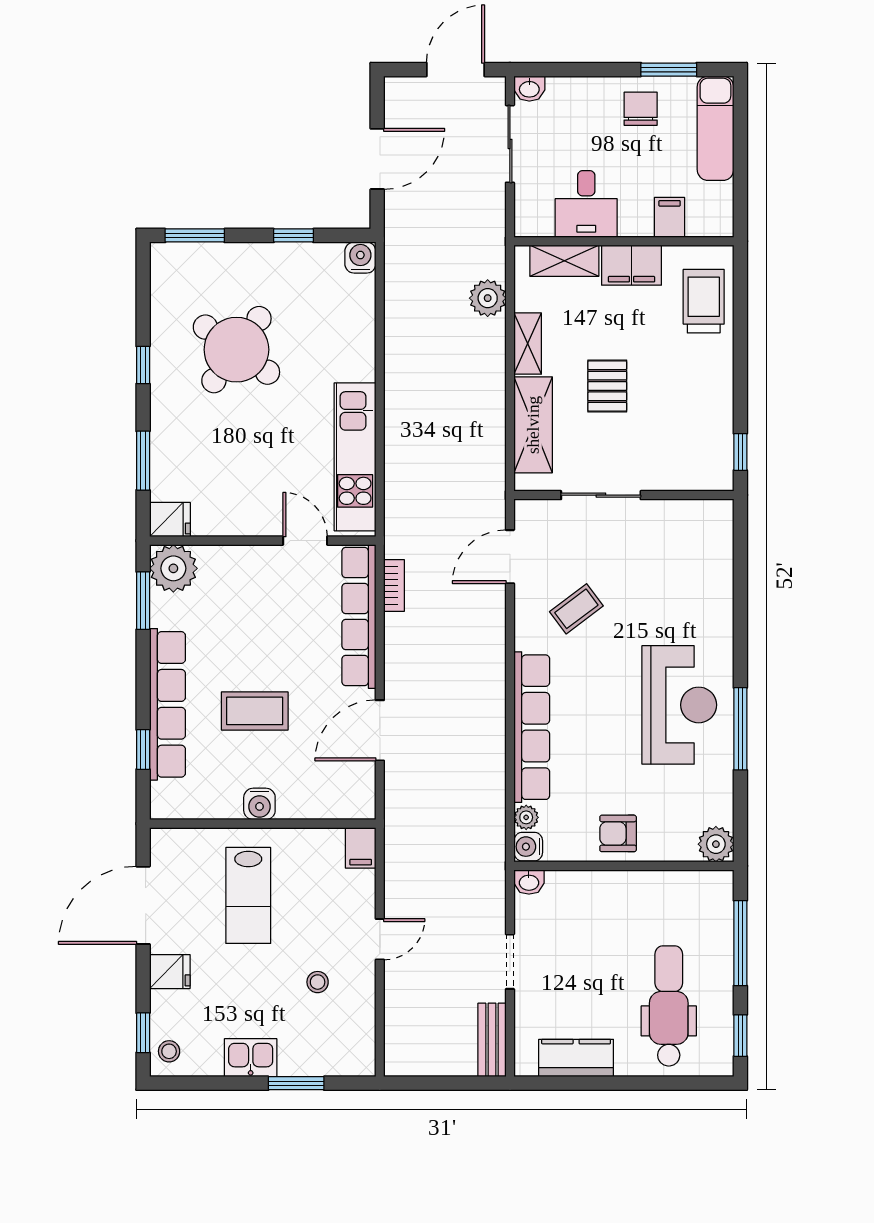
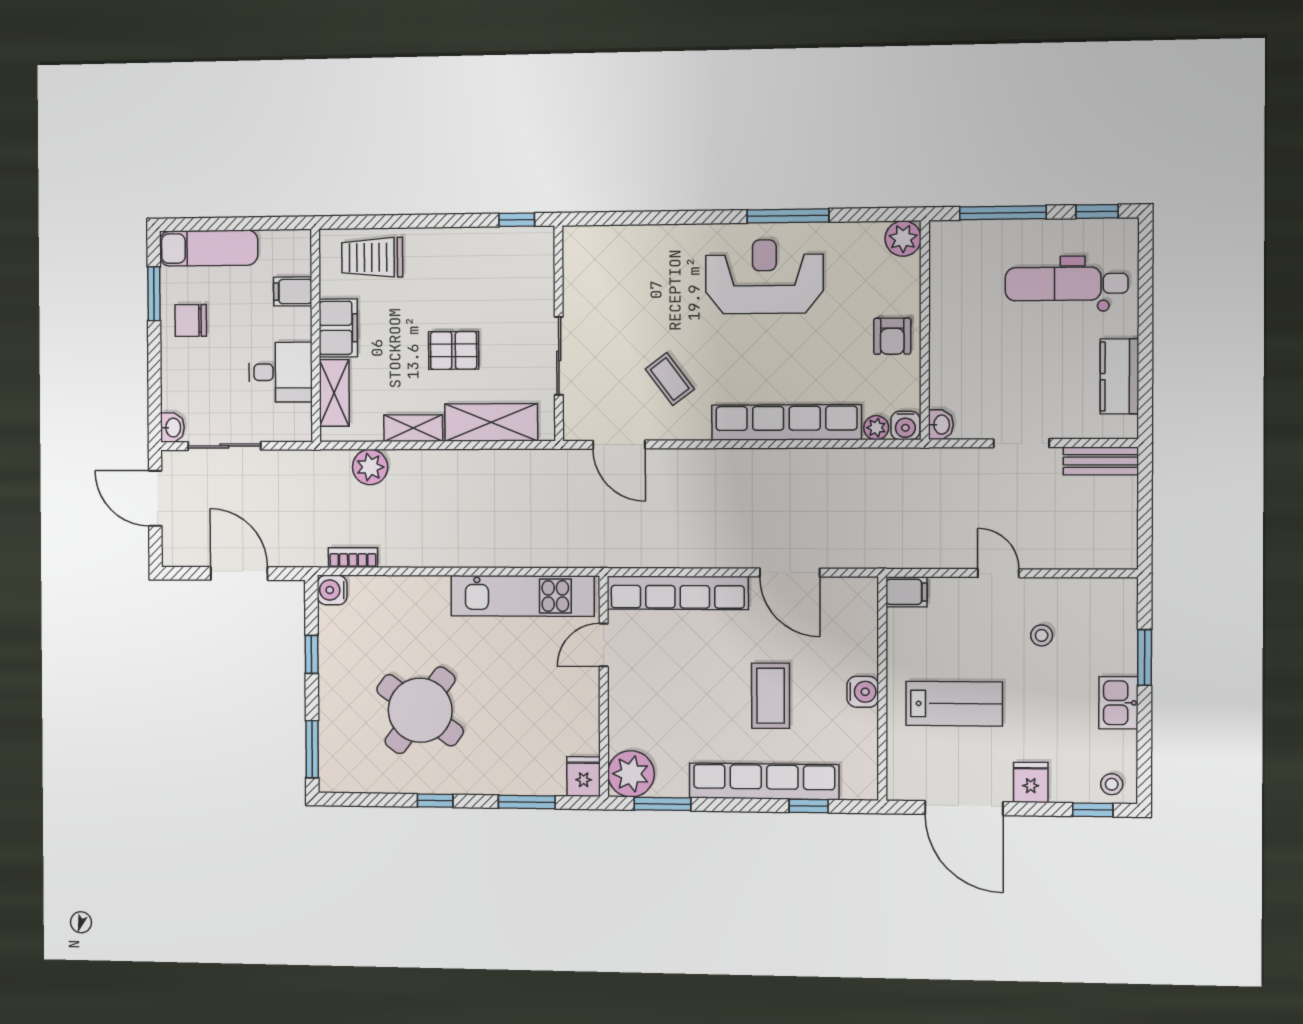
bookcase: (394, 585) -> (353, 558), moved

